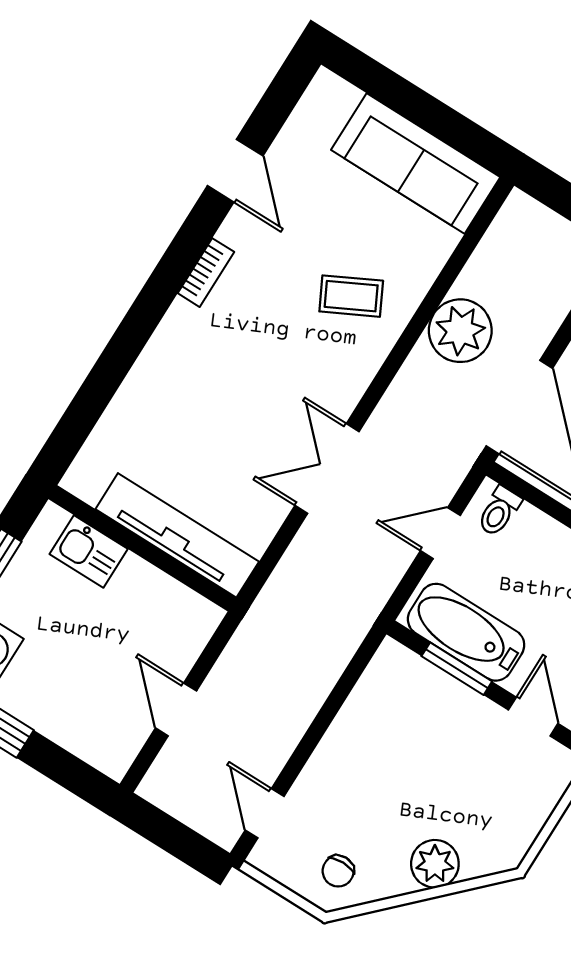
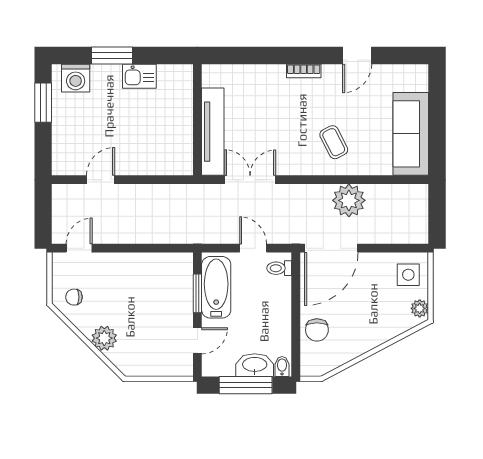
tv unit: (177, 535) -> (213, 132), moved
wall: (142, 548) -> (197, 120), moved
kitchen sink: (89, 551) -> (139, 76), moved, turned -90

